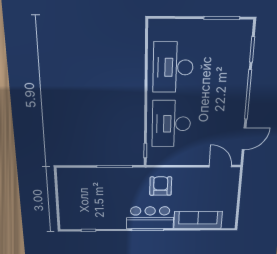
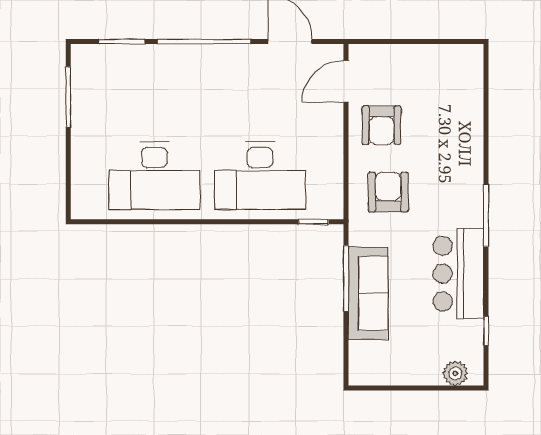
armchair: (196, 183) -> (382, 125), added
armchair: (161, 186) -> (388, 192), turned 90
plant: (66, 217) -> (455, 373), added
bar counter: (150, 218) -> (458, 274), moved
sofa: (198, 220) -> (368, 293), moved, turned 180

